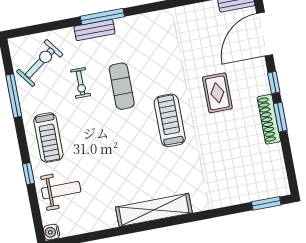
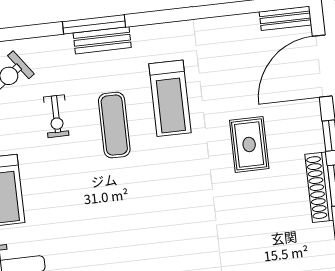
bench: (94, 30) -> (102, 40), moved
treadmill: (170, 120) -> (170, 98), moved, turned 180

